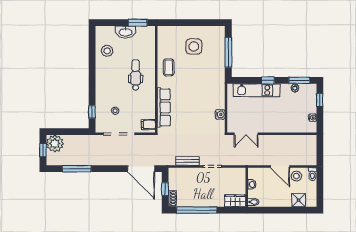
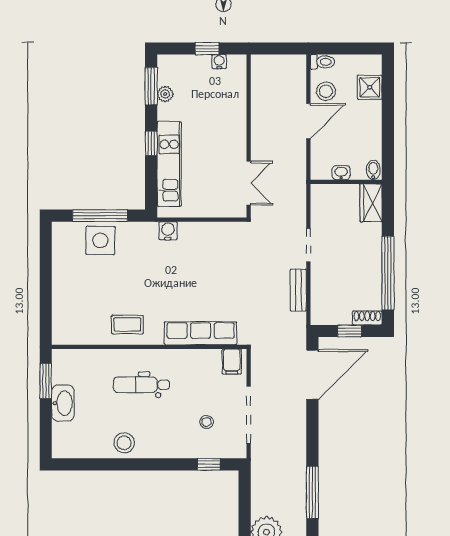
side table: (194, 46) -> (100, 240), moved
stool: (107, 51) -> (124, 443), moved
window: (320, 100) -> (207, 49), moved
water cooler: (220, 114) -> (168, 231), moved

